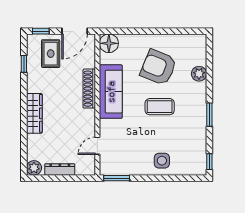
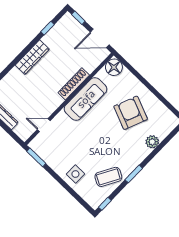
rug: (51, 54) -> (71, 38), removed
coffee table: (160, 107) -> (108, 177), moved, turned -61
wardrobe: (34, 113) -> (32, 57), moved

